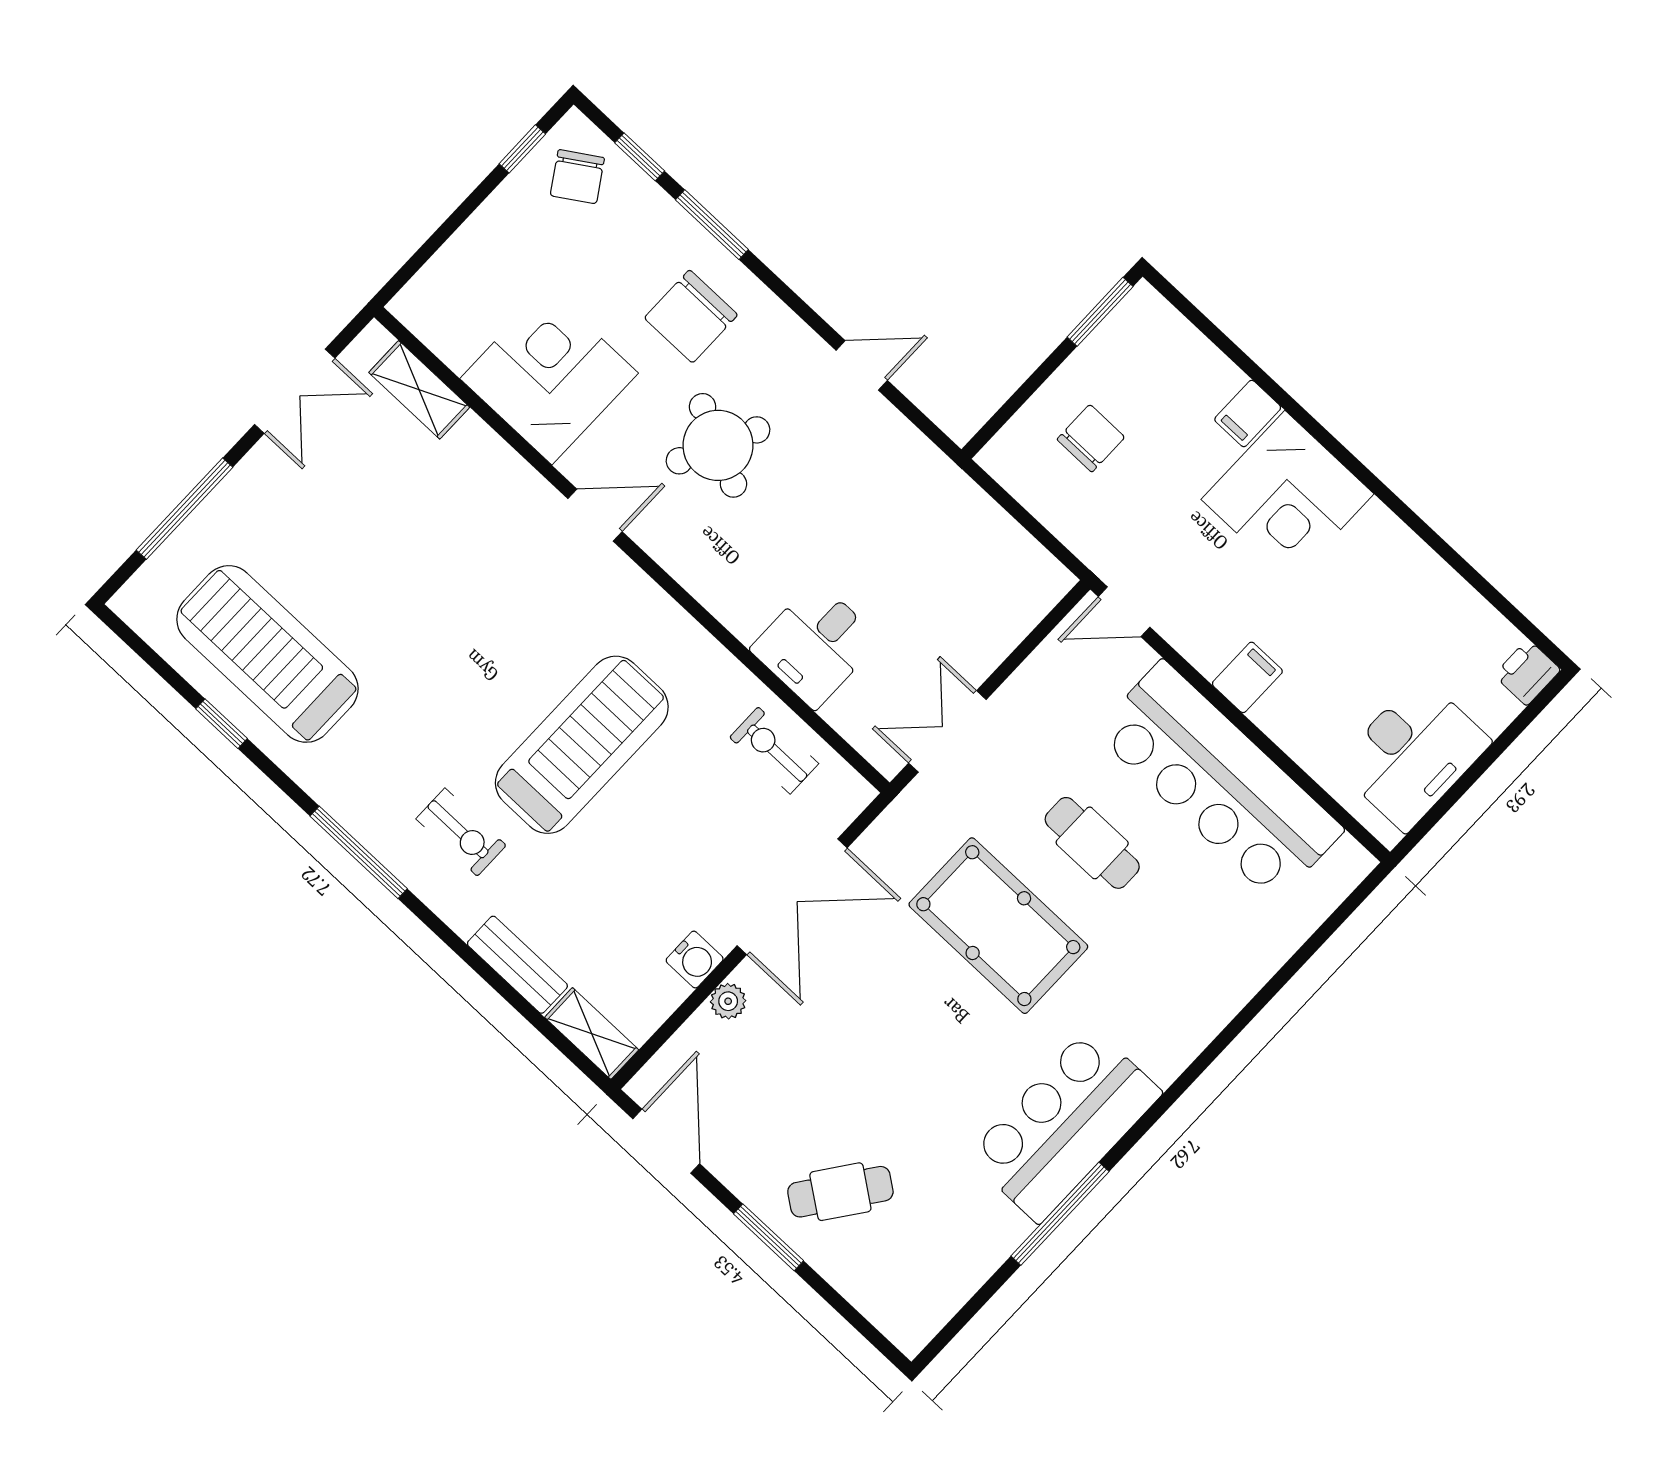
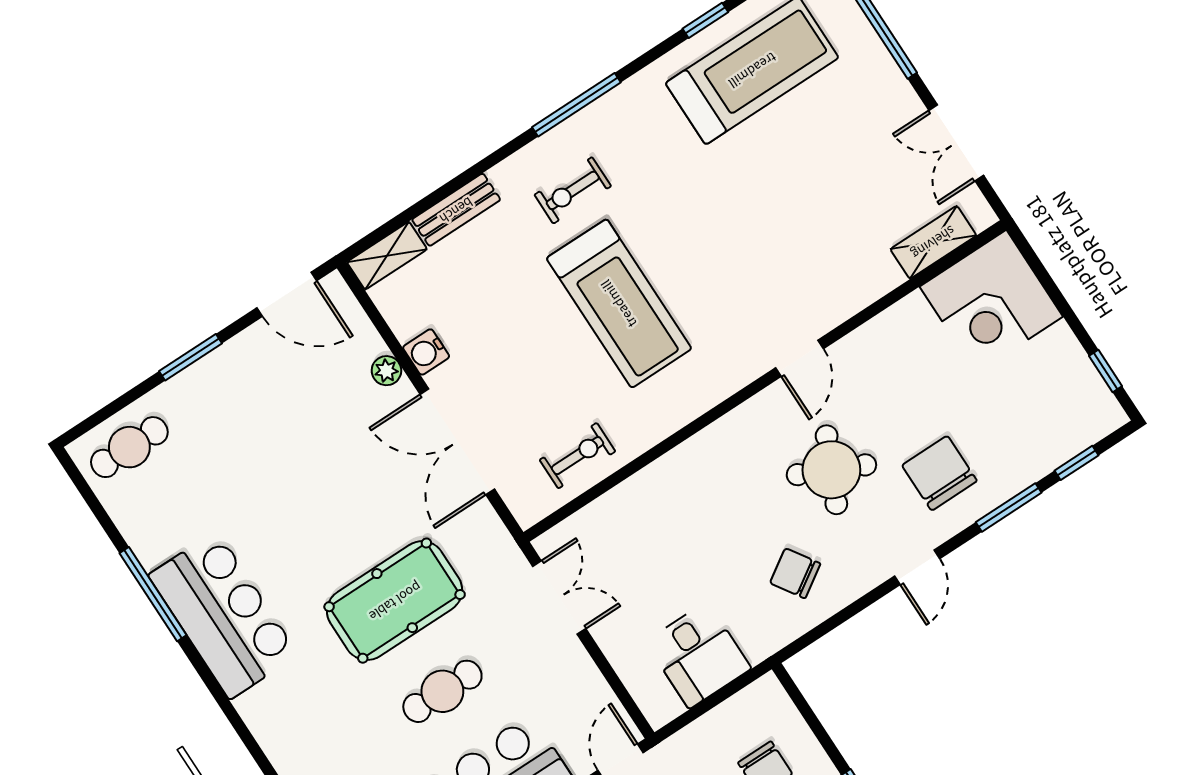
chair: (577, 177) -> (795, 573), moved
door: (862, 365) -> (917, 567), moved
corner desk: (549, 376) -> (991, 302), moved, turned 90
desk: (815, 645) -> (698, 655), moved, turned 180
cafe table: (840, 1192) -> (129, 447), moved, turned 54

